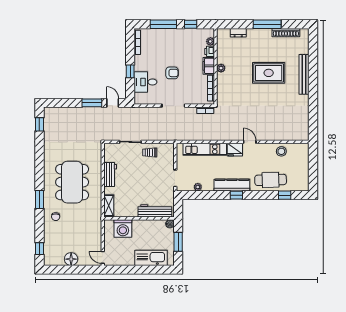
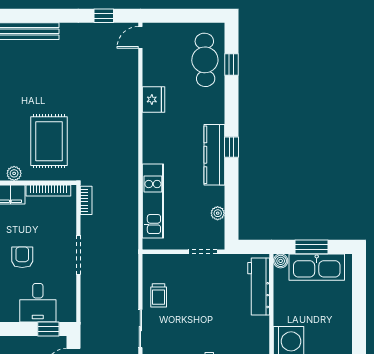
window: (130, 71) -> (48, 329), moved
rug: (269, 73) -> (49, 141), moved
window: (313, 121) -> (104, 16), added
door: (250, 142) -> (140, 37), moved
fridge: (235, 150) -> (154, 99), moved
stool: (281, 151) -> (157, 70), removed
cafe table: (271, 180) -> (205, 60), moved
kitchen sink: (151, 258) -> (317, 267), moved, turned -90

